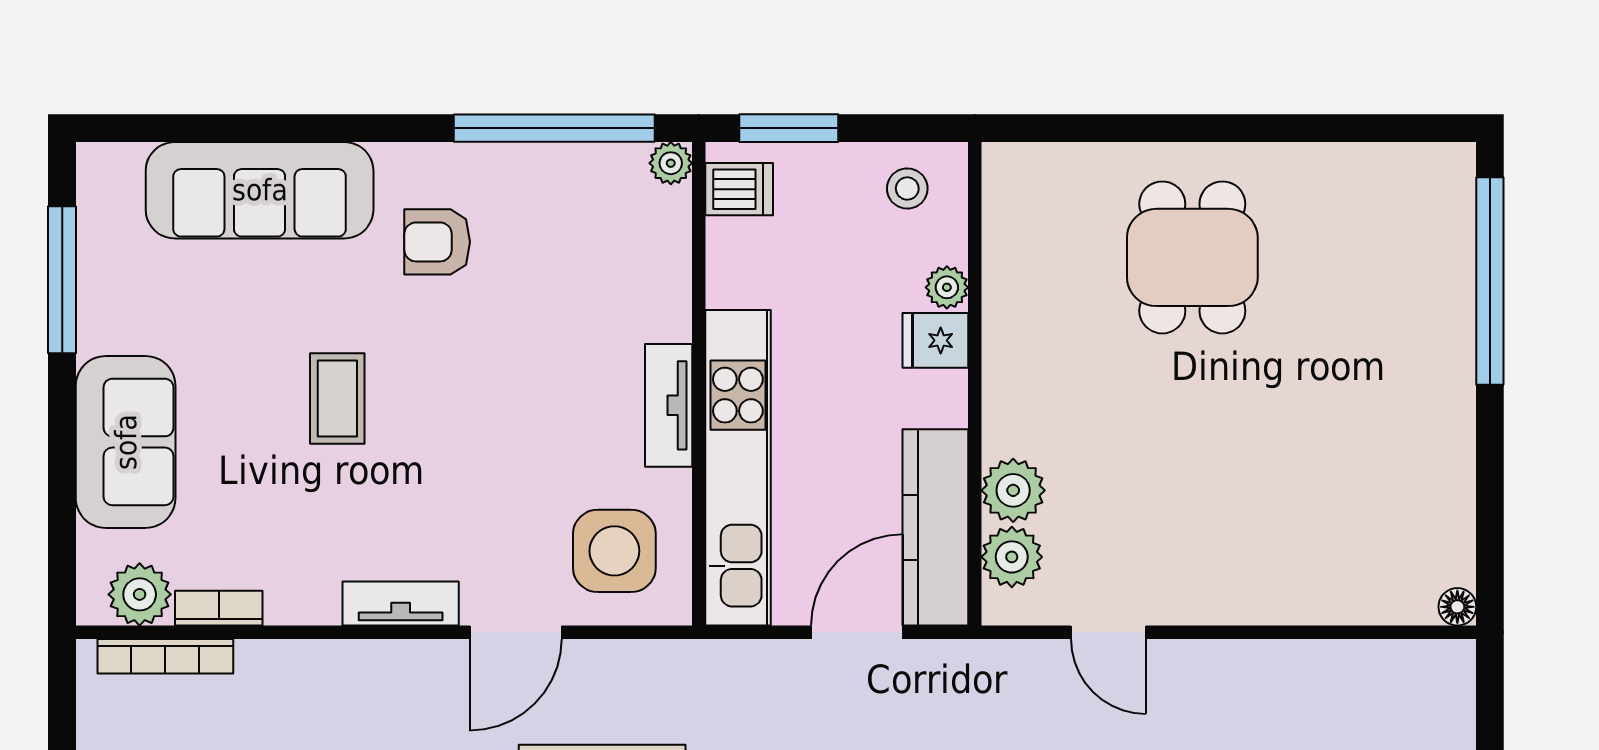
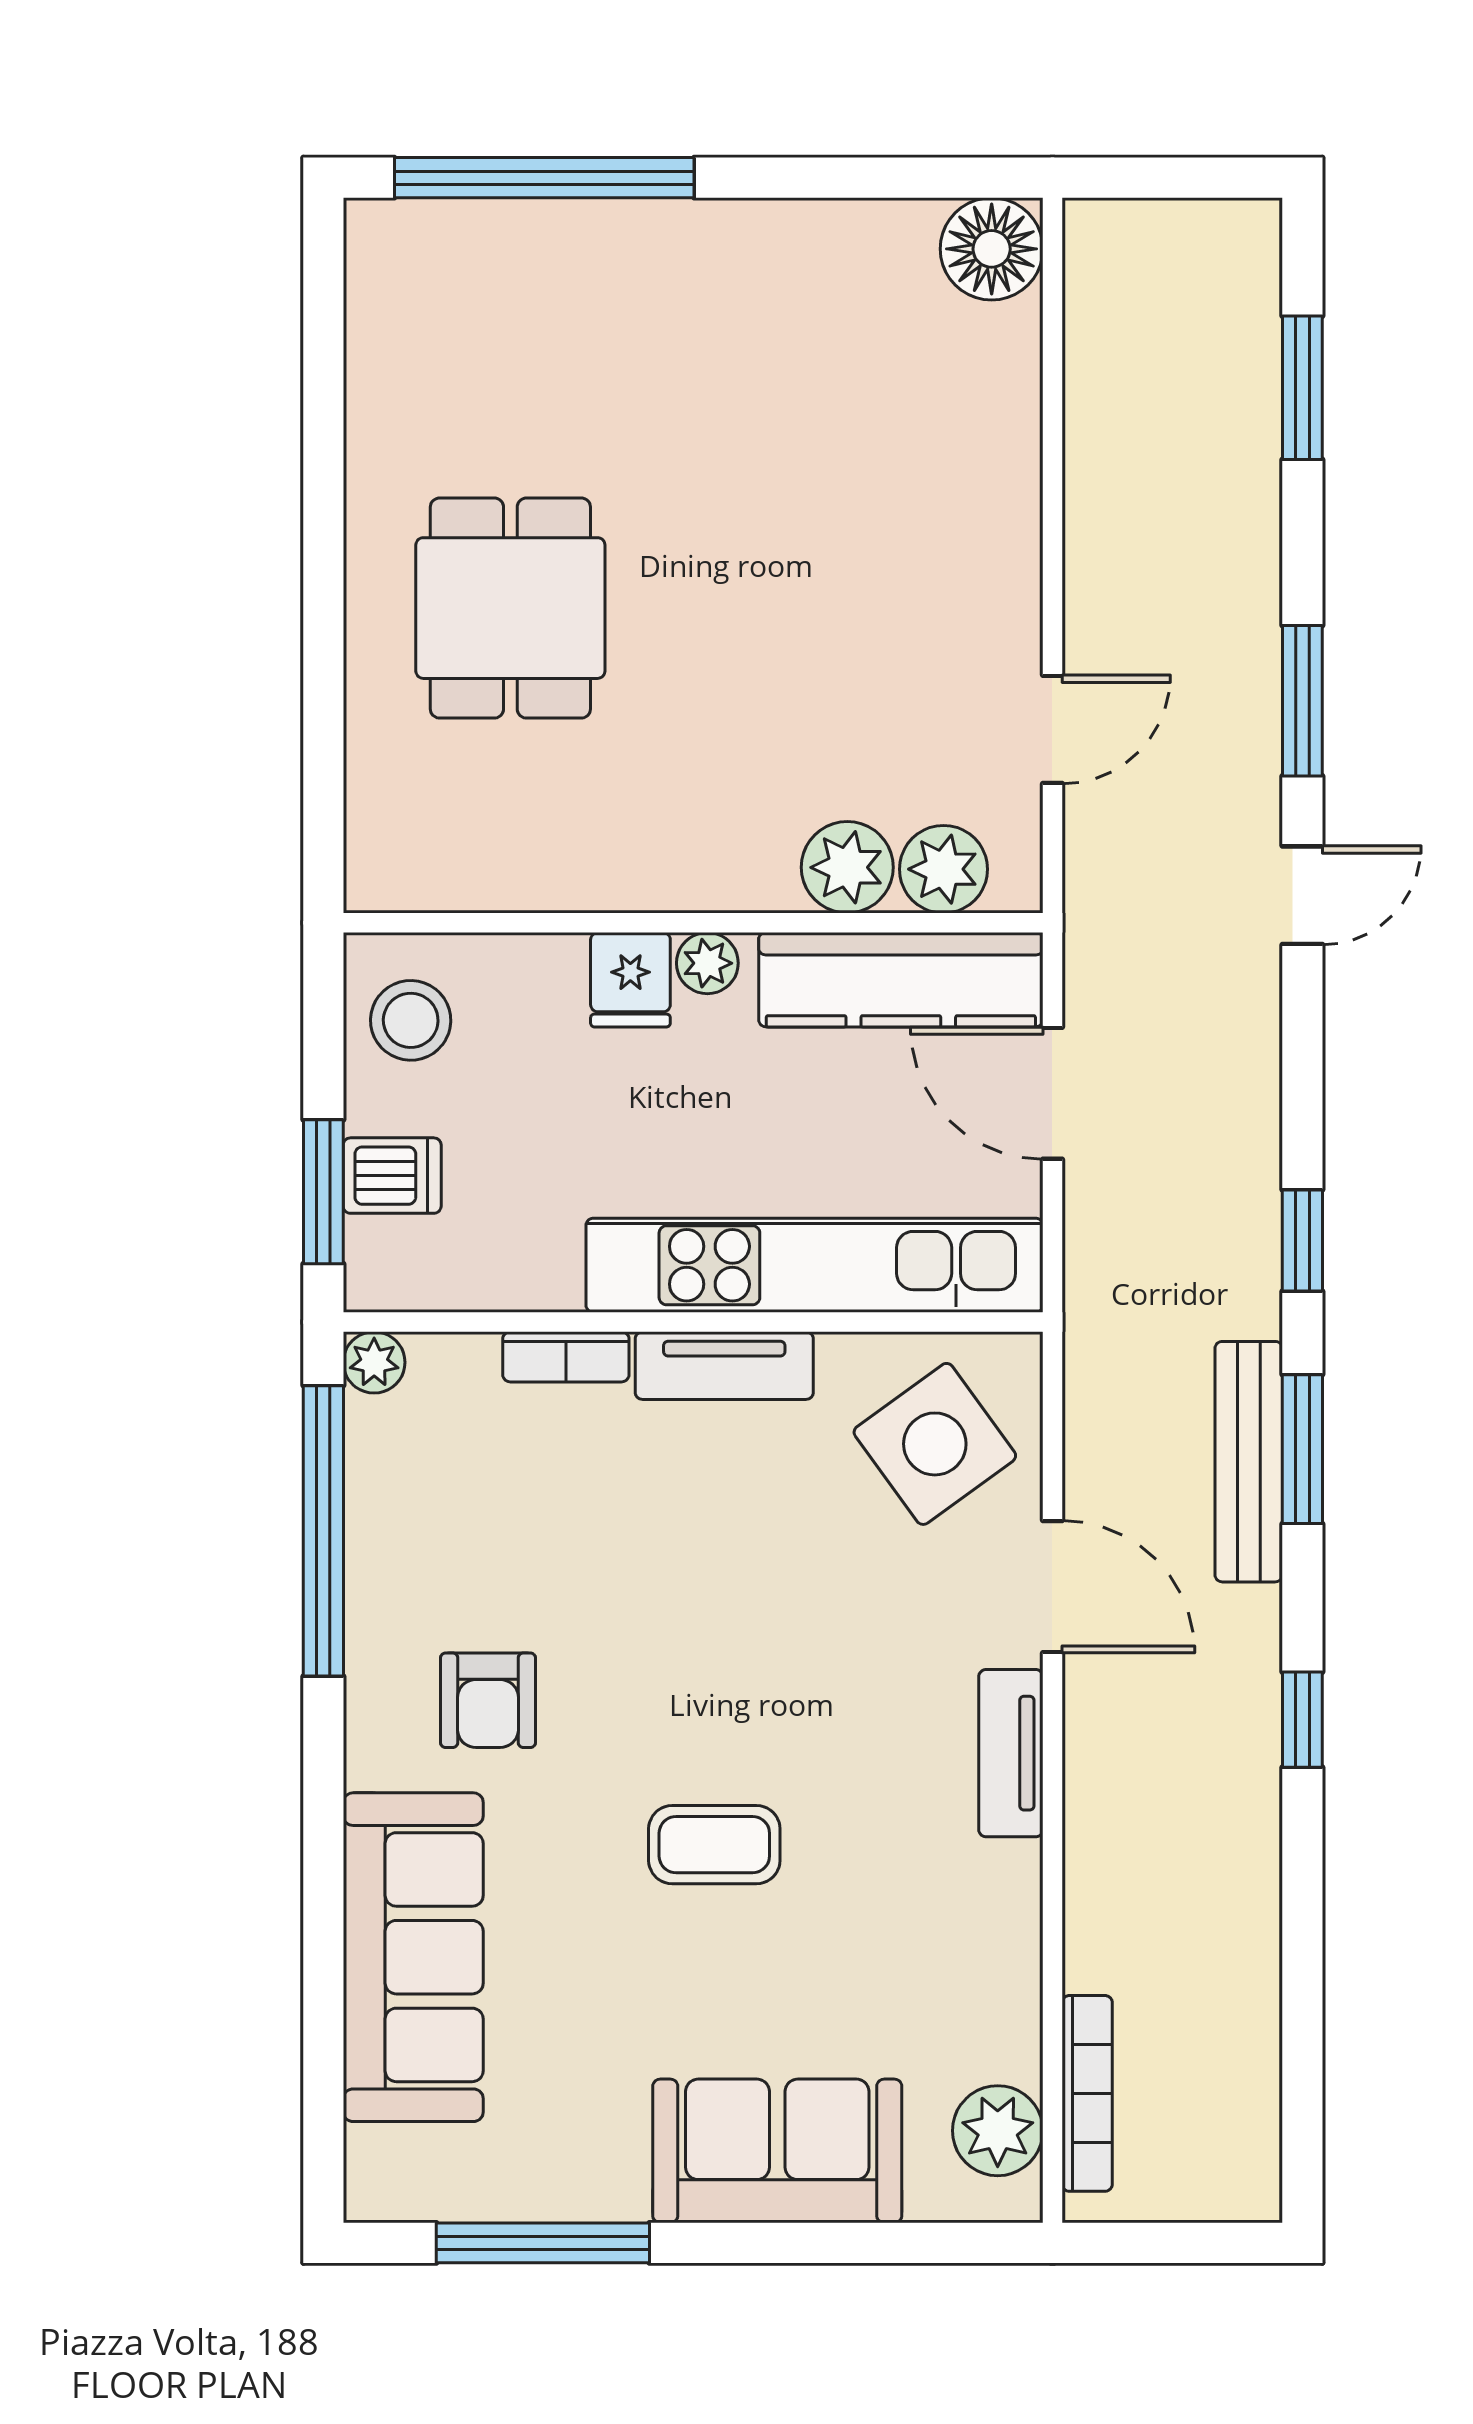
dishwasher: (739, 189) -> (392, 1176), moved, turned 90
stool: (907, 189) -> (411, 1020), width x1.37, depth x1.37
dining table: (1192, 257) -> (510, 608), turned 90
plant: (947, 287) -> (707, 963), moved
side table: (614, 551) -> (935, 1444), turned -36
floor lamp: (1457, 607) -> (992, 249), width x1.89, depth x1.89
bookcase: (219, 608) -> (566, 1357), moved, turned -90

